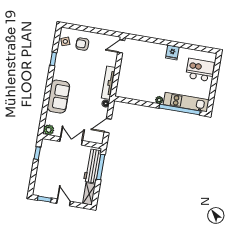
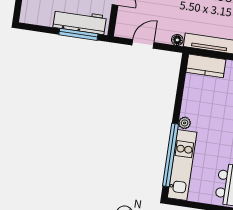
kitchen counter: (123, 85) -> (206, 66), added
door: (108, 126) -> (143, 44), hinge flipped
shelving: (89, 194) -> (36, 17), removed

